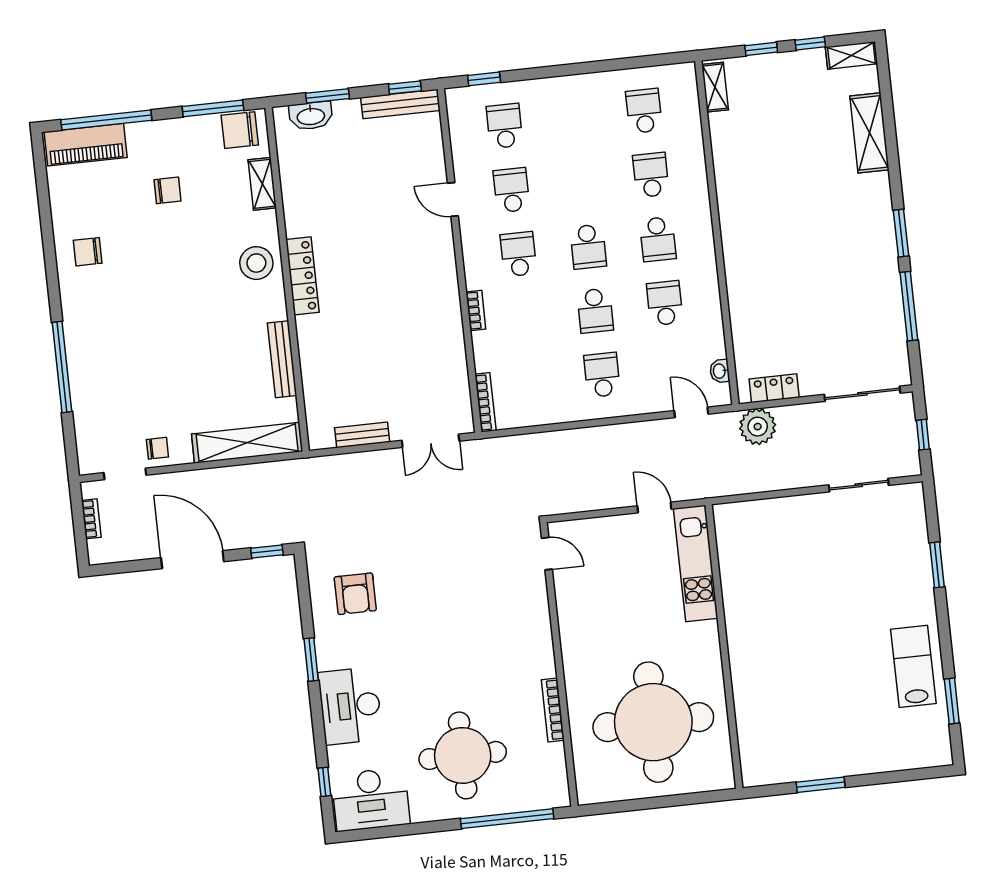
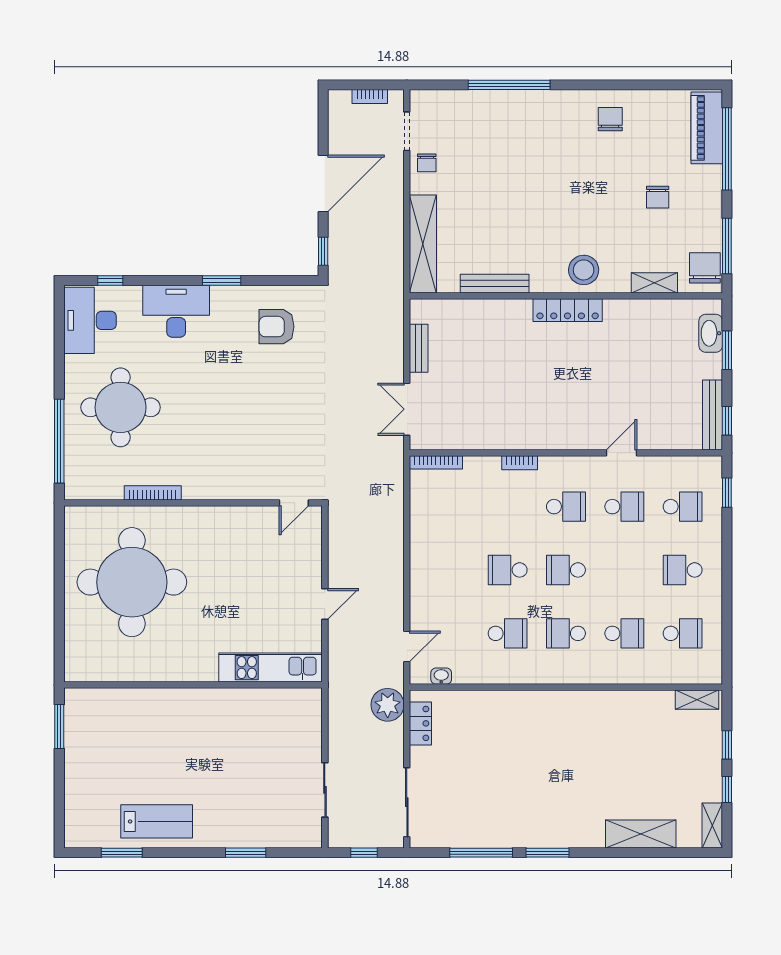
school desk: (602, 375) -> (683, 570), moved, turned 180
kitchen unit: (696, 563) -> (271, 668), moved
wall: (724, 647) -> (193, 685), moved

